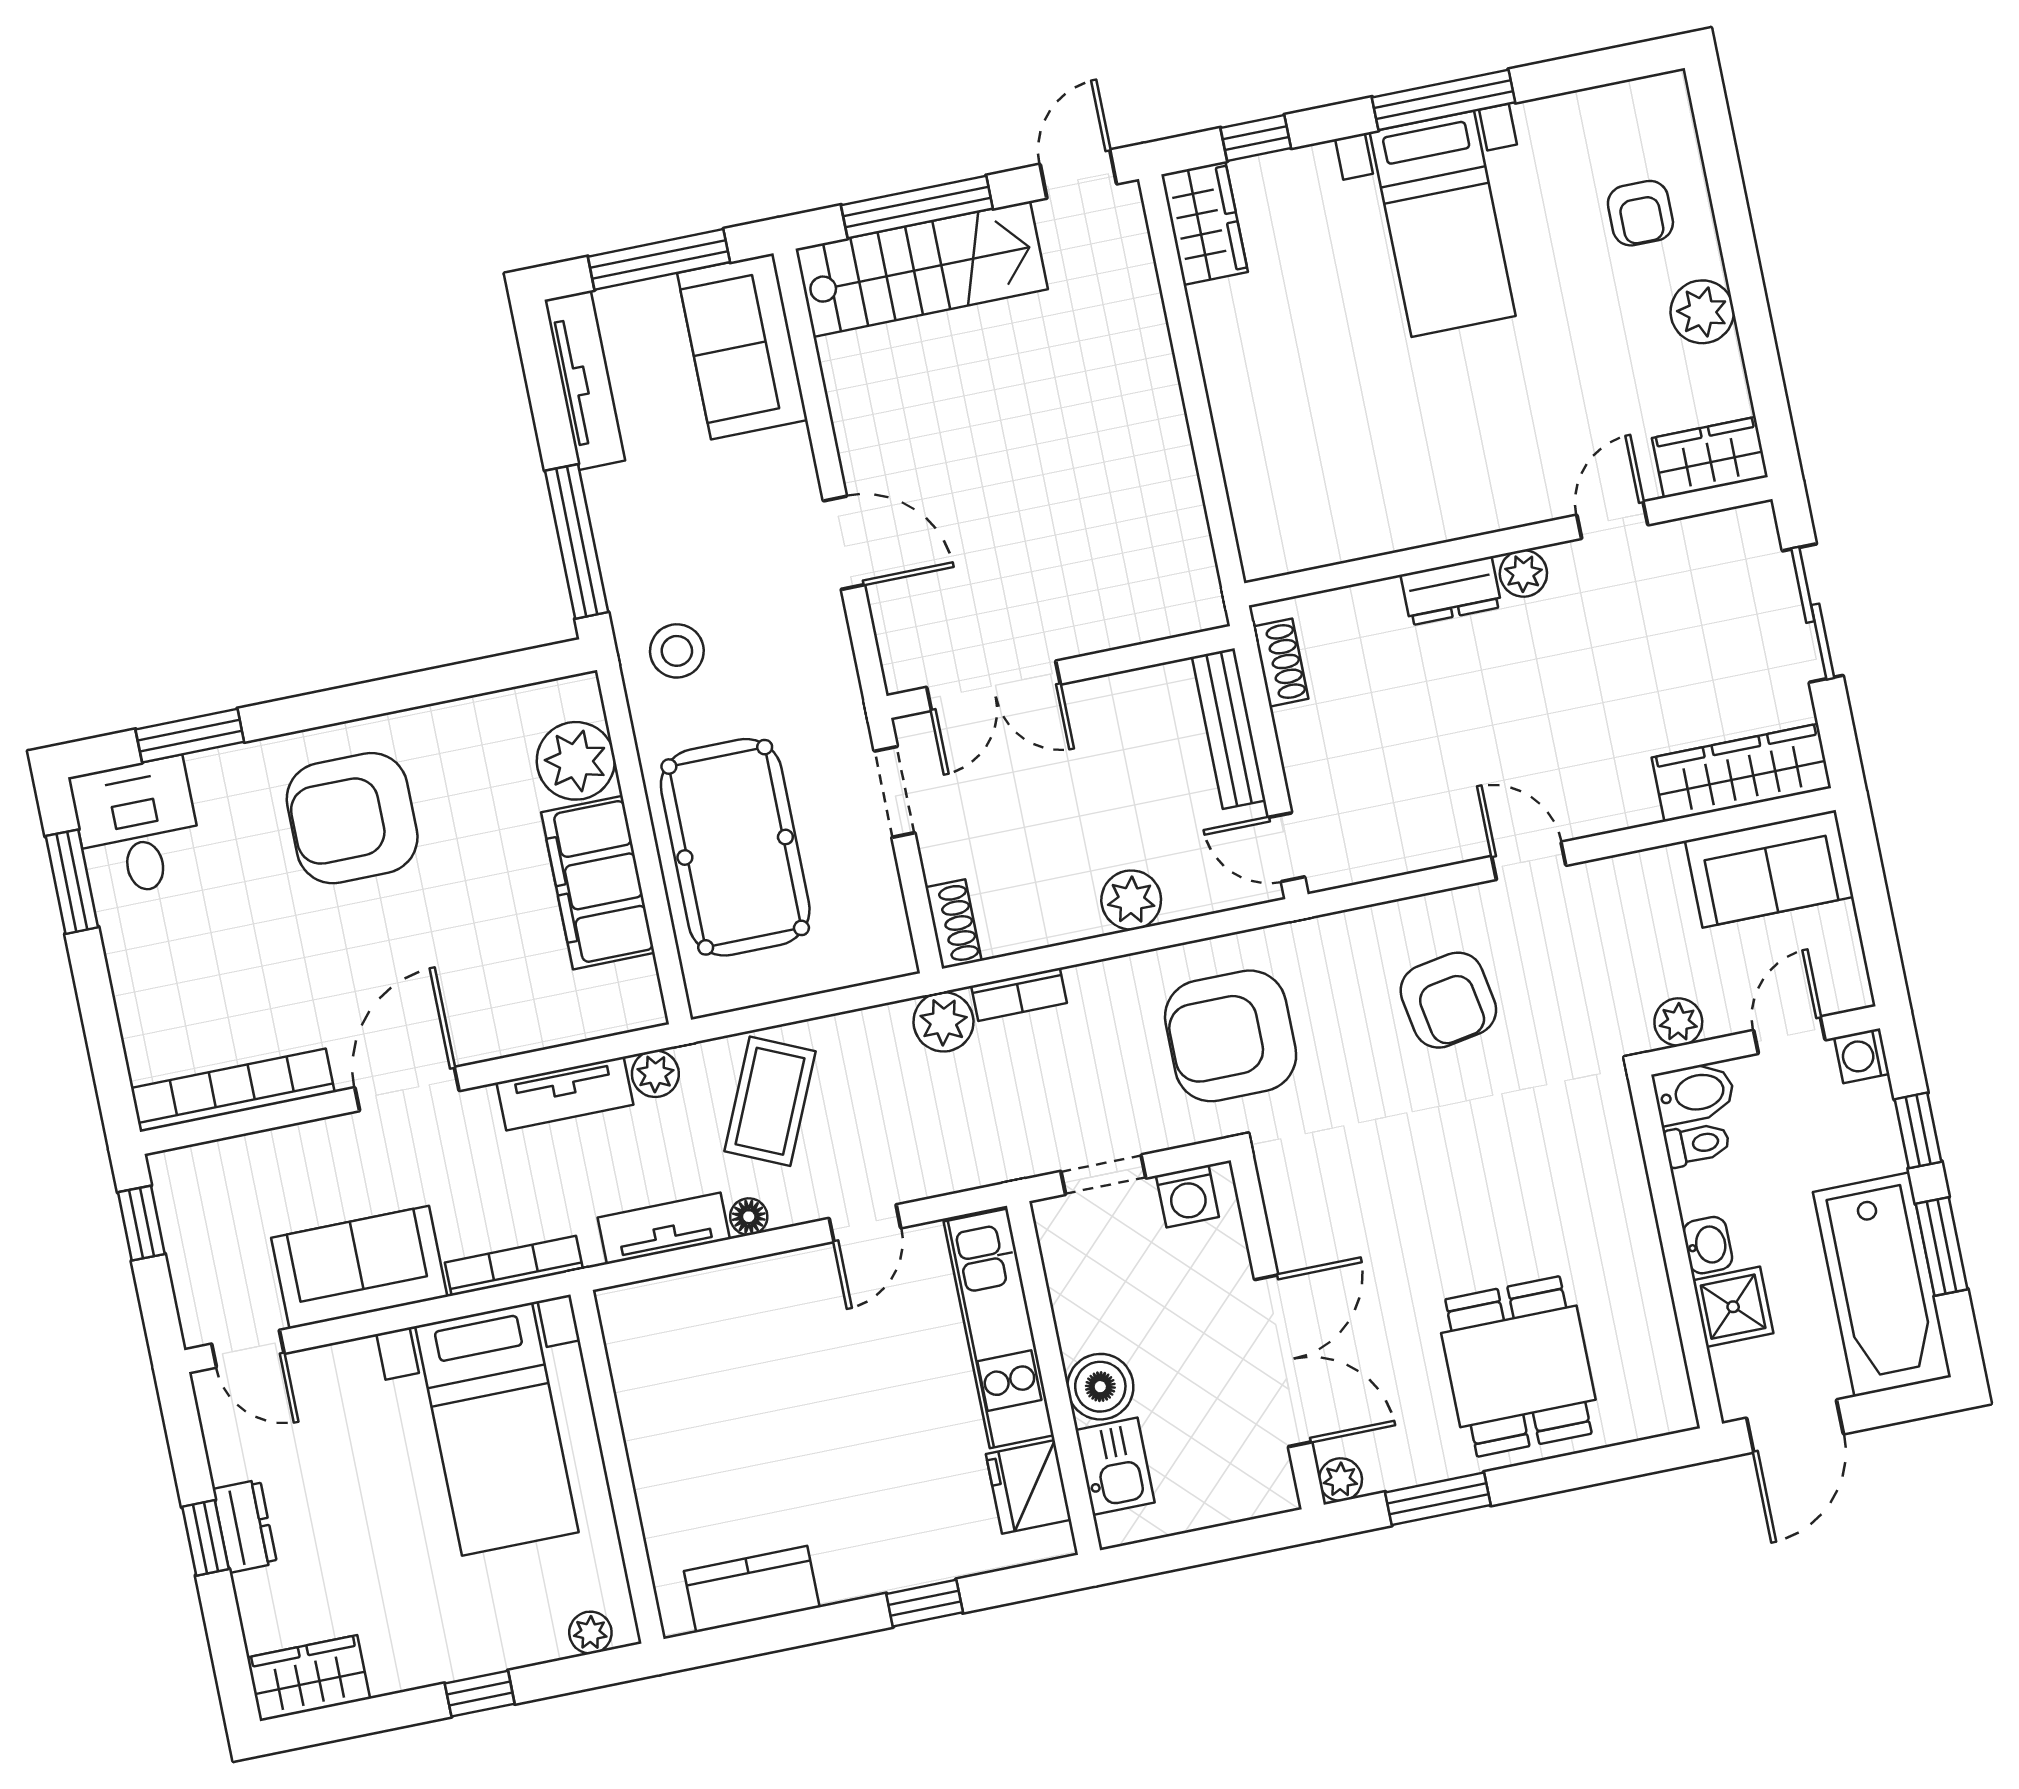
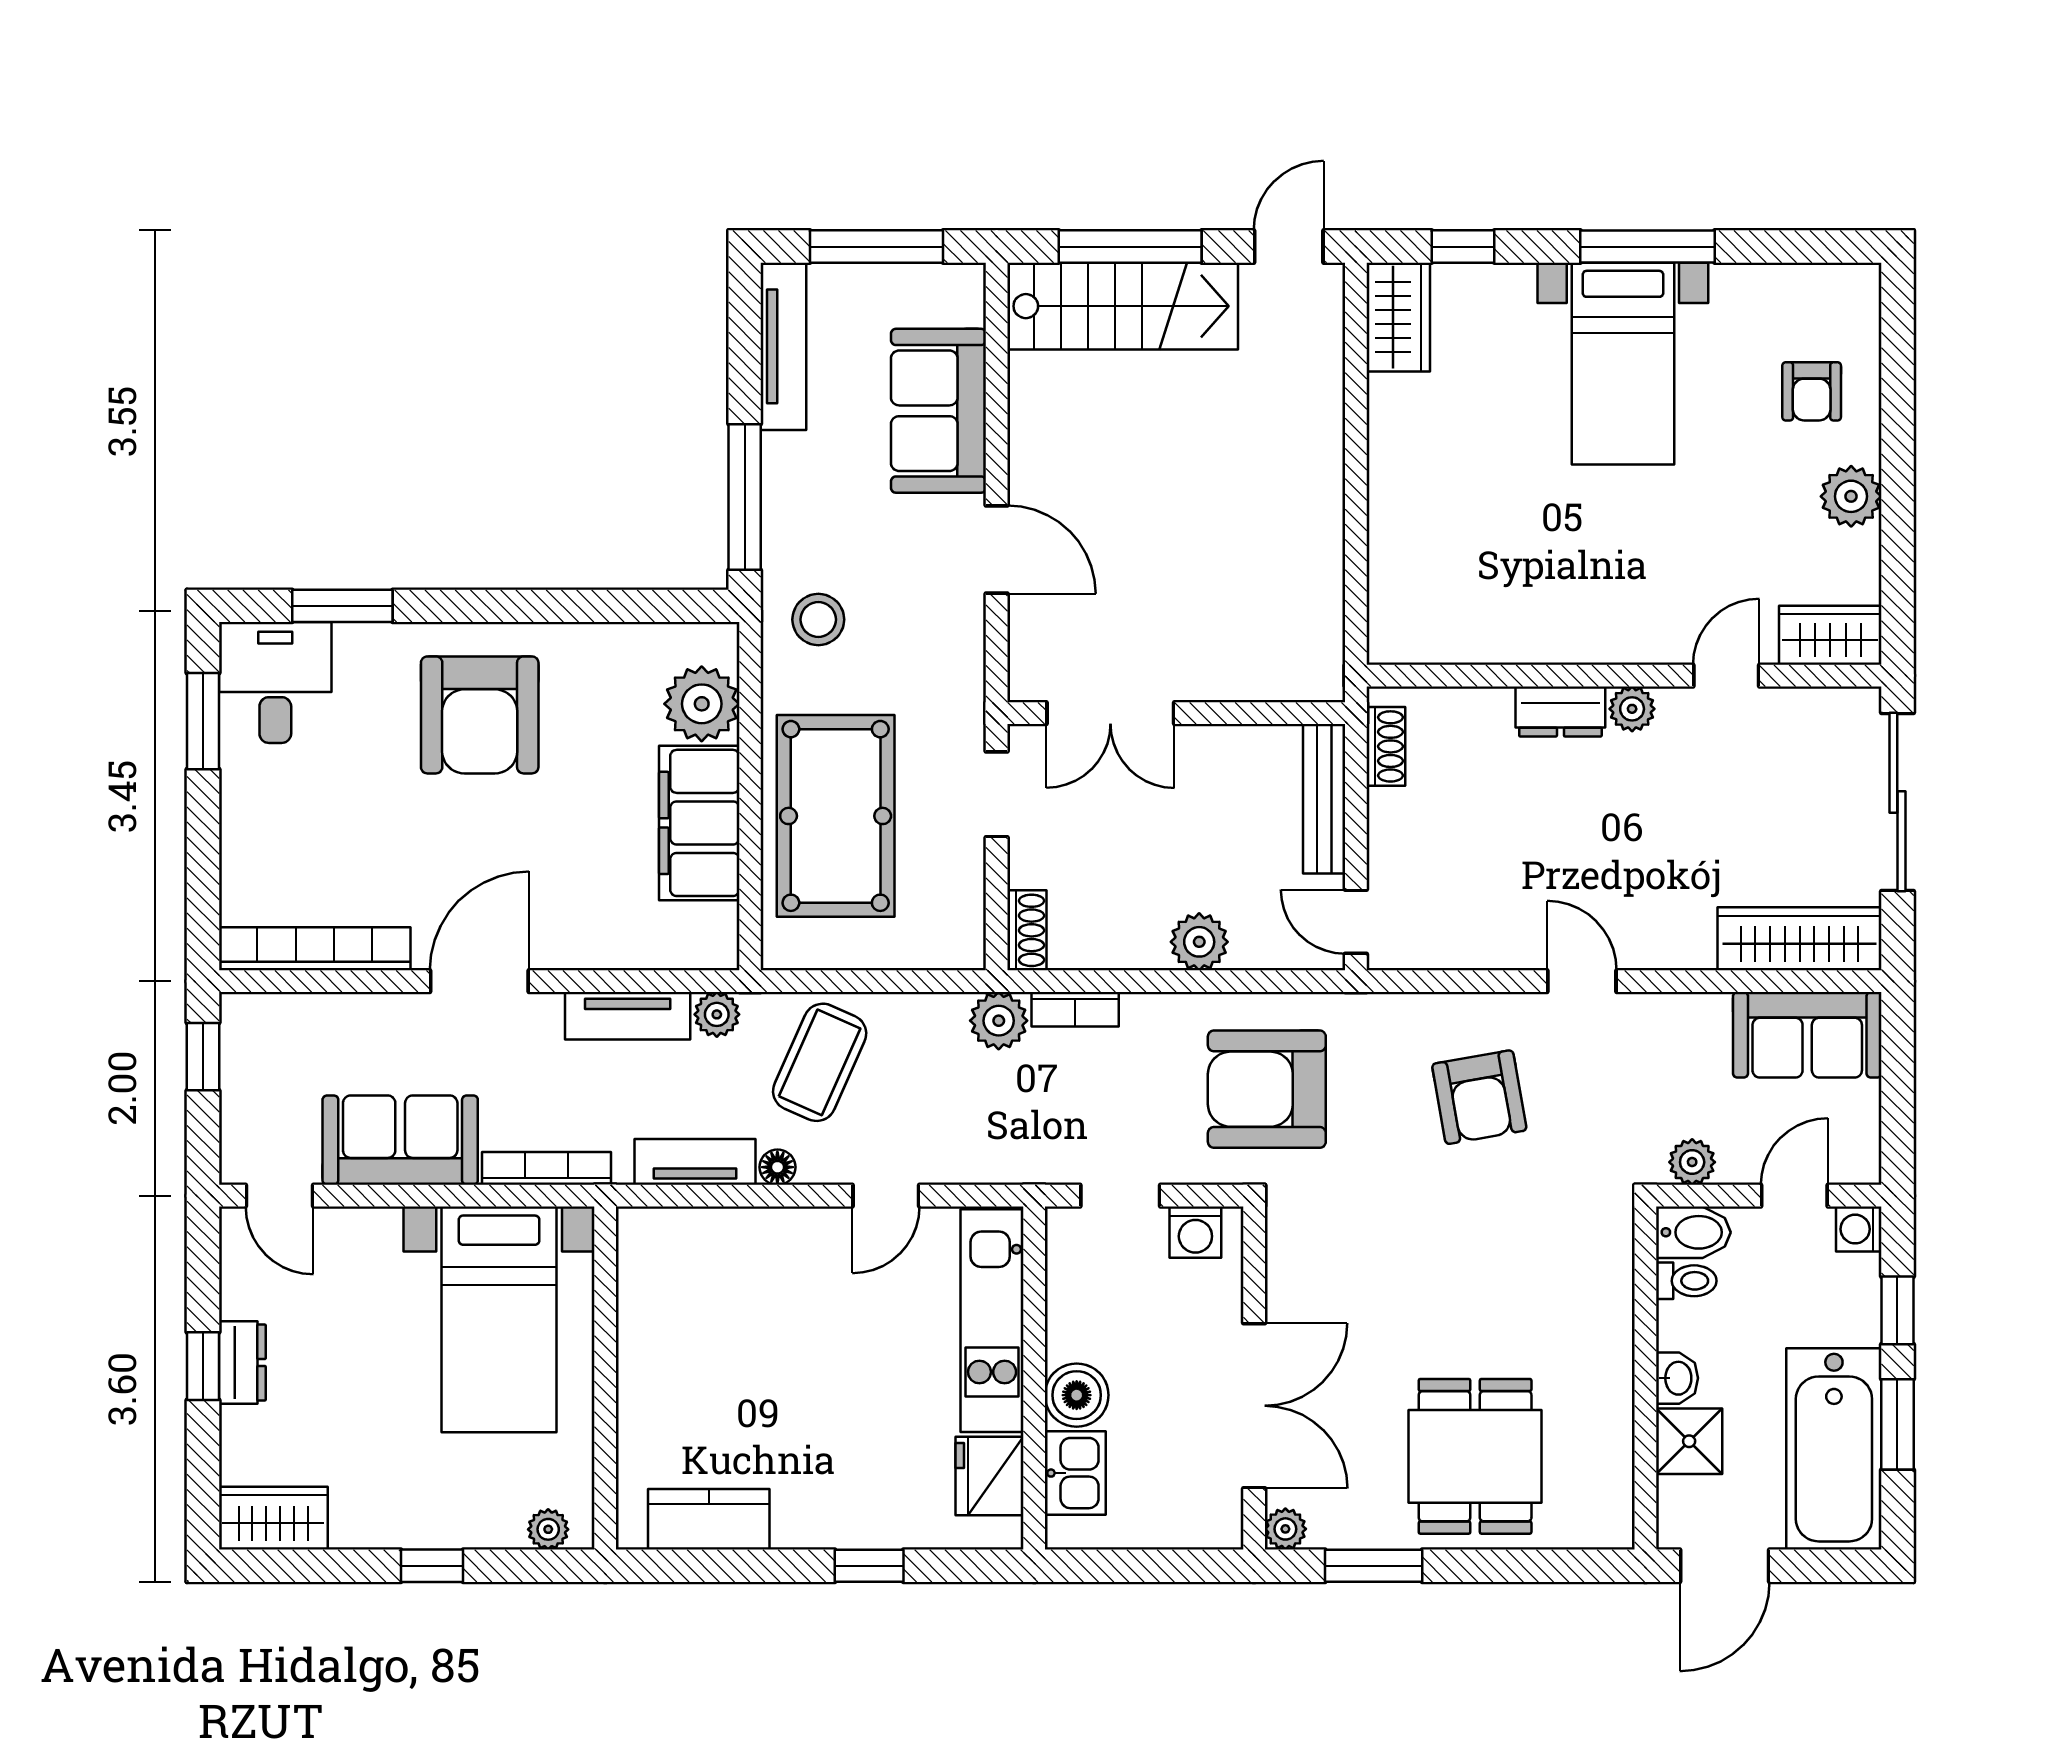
sofa: (742, 346) -> (938, 411), moved
sliding door: (1813, 613) -> (1897, 802), width x1.37
armchair: (352, 818) -> (480, 715), turned -90

